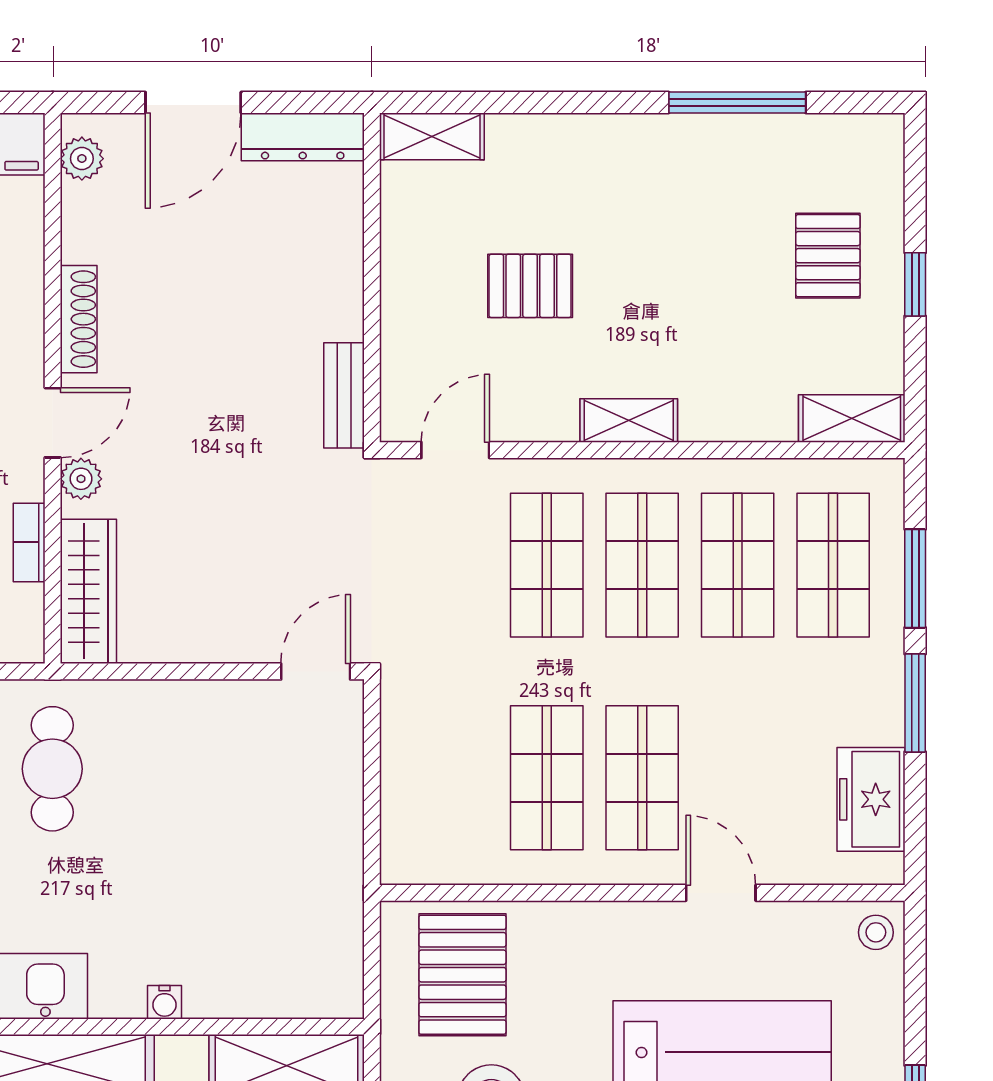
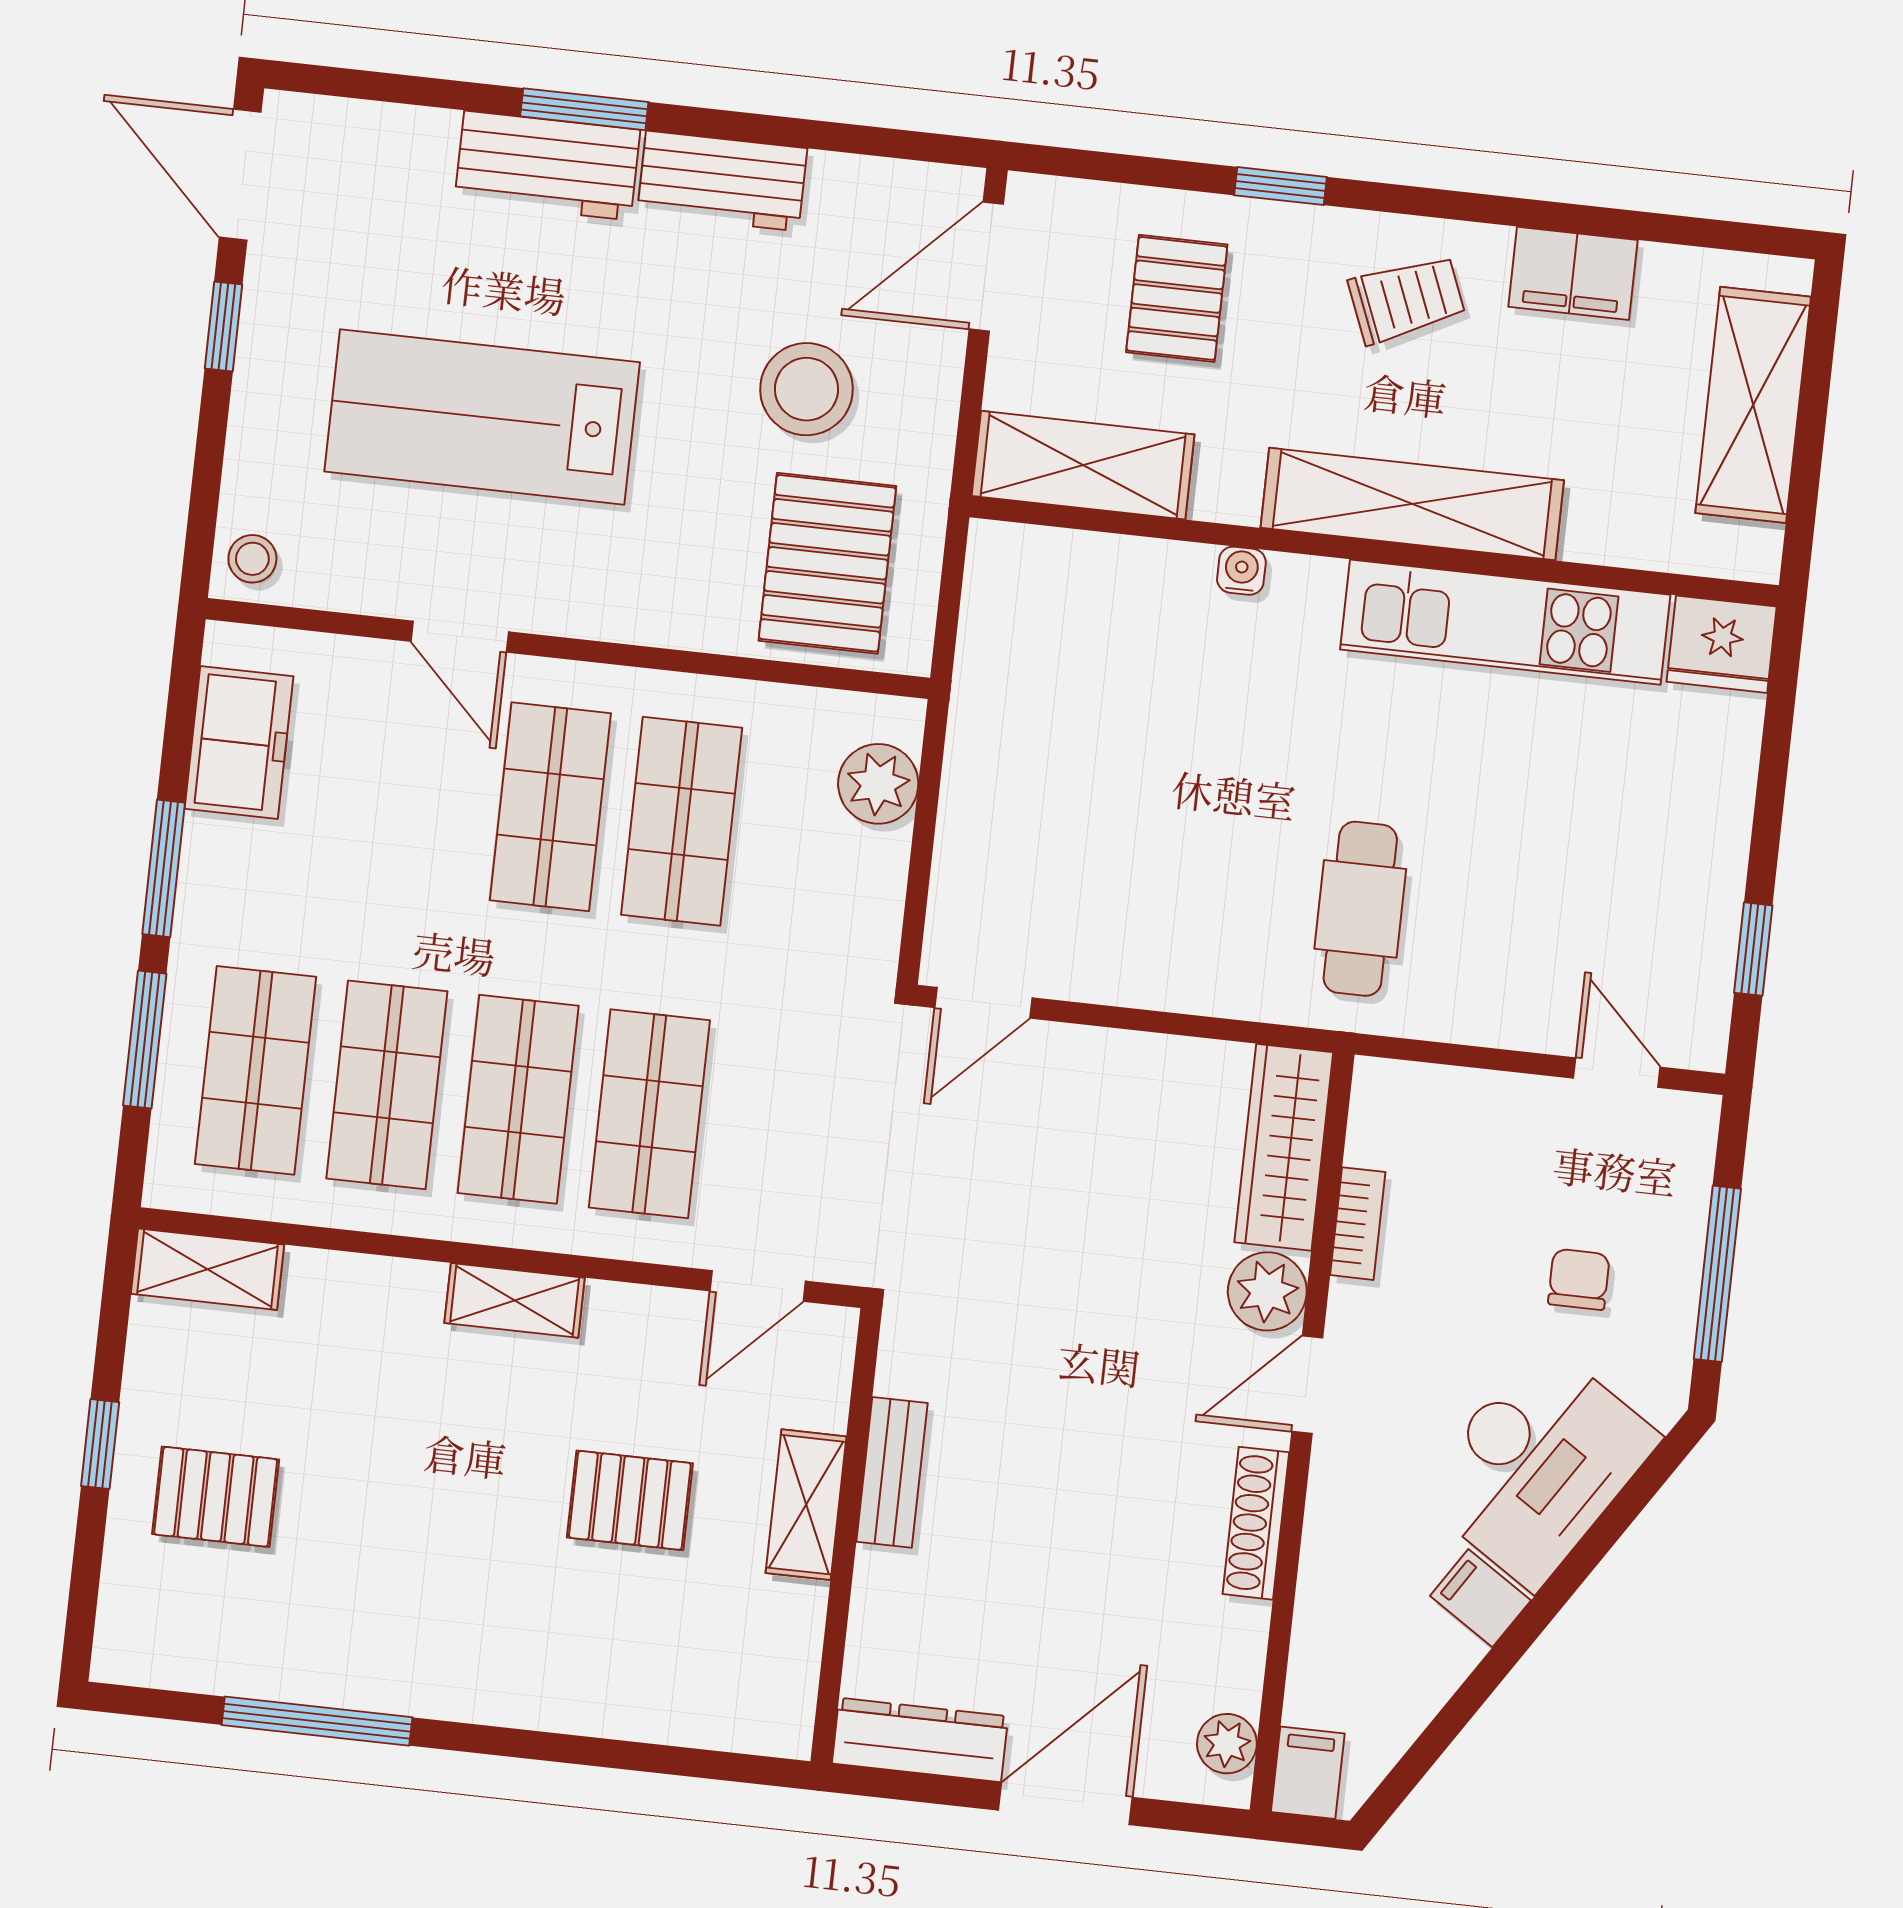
shelving: (432, 136) -> (806, 1505), moved, turned 90
pallet: (828, 256) -> (216, 1497), turned 90
bench: (344, 395) -> (892, 1472), moved
plant: (81, 479) -> (1267, 1291), width x1.38, depth x1.38
plant: (408, 820) -> (878, 784), added

